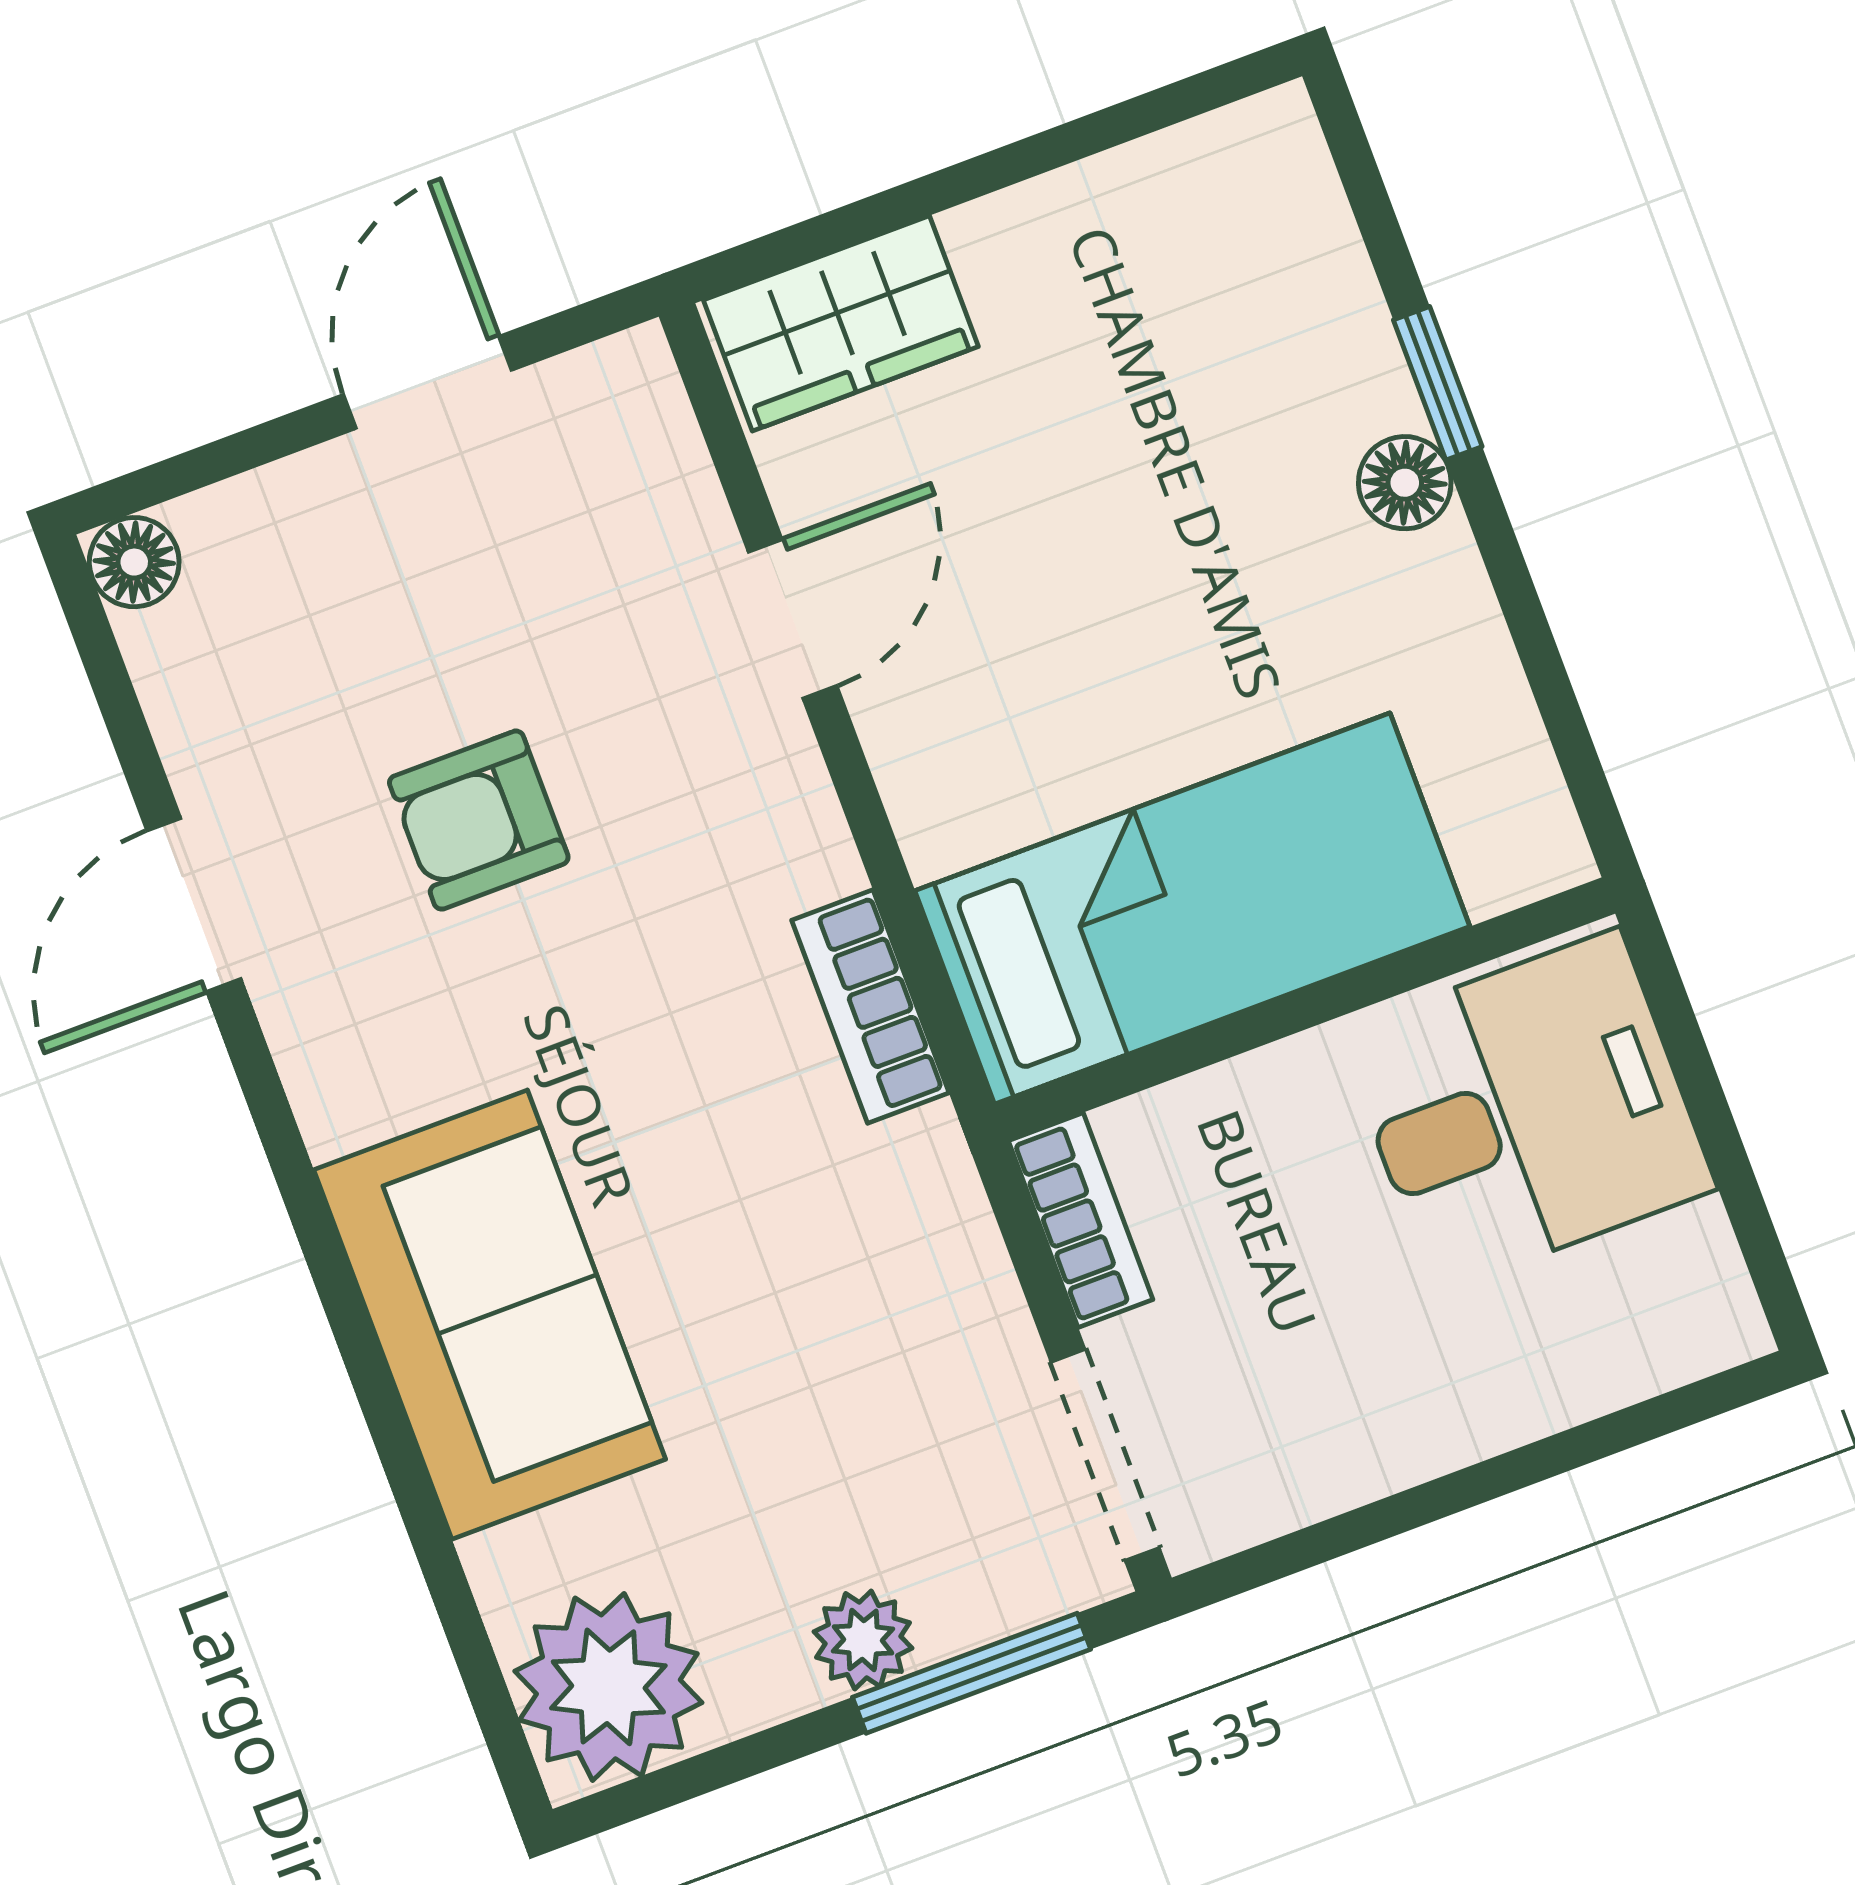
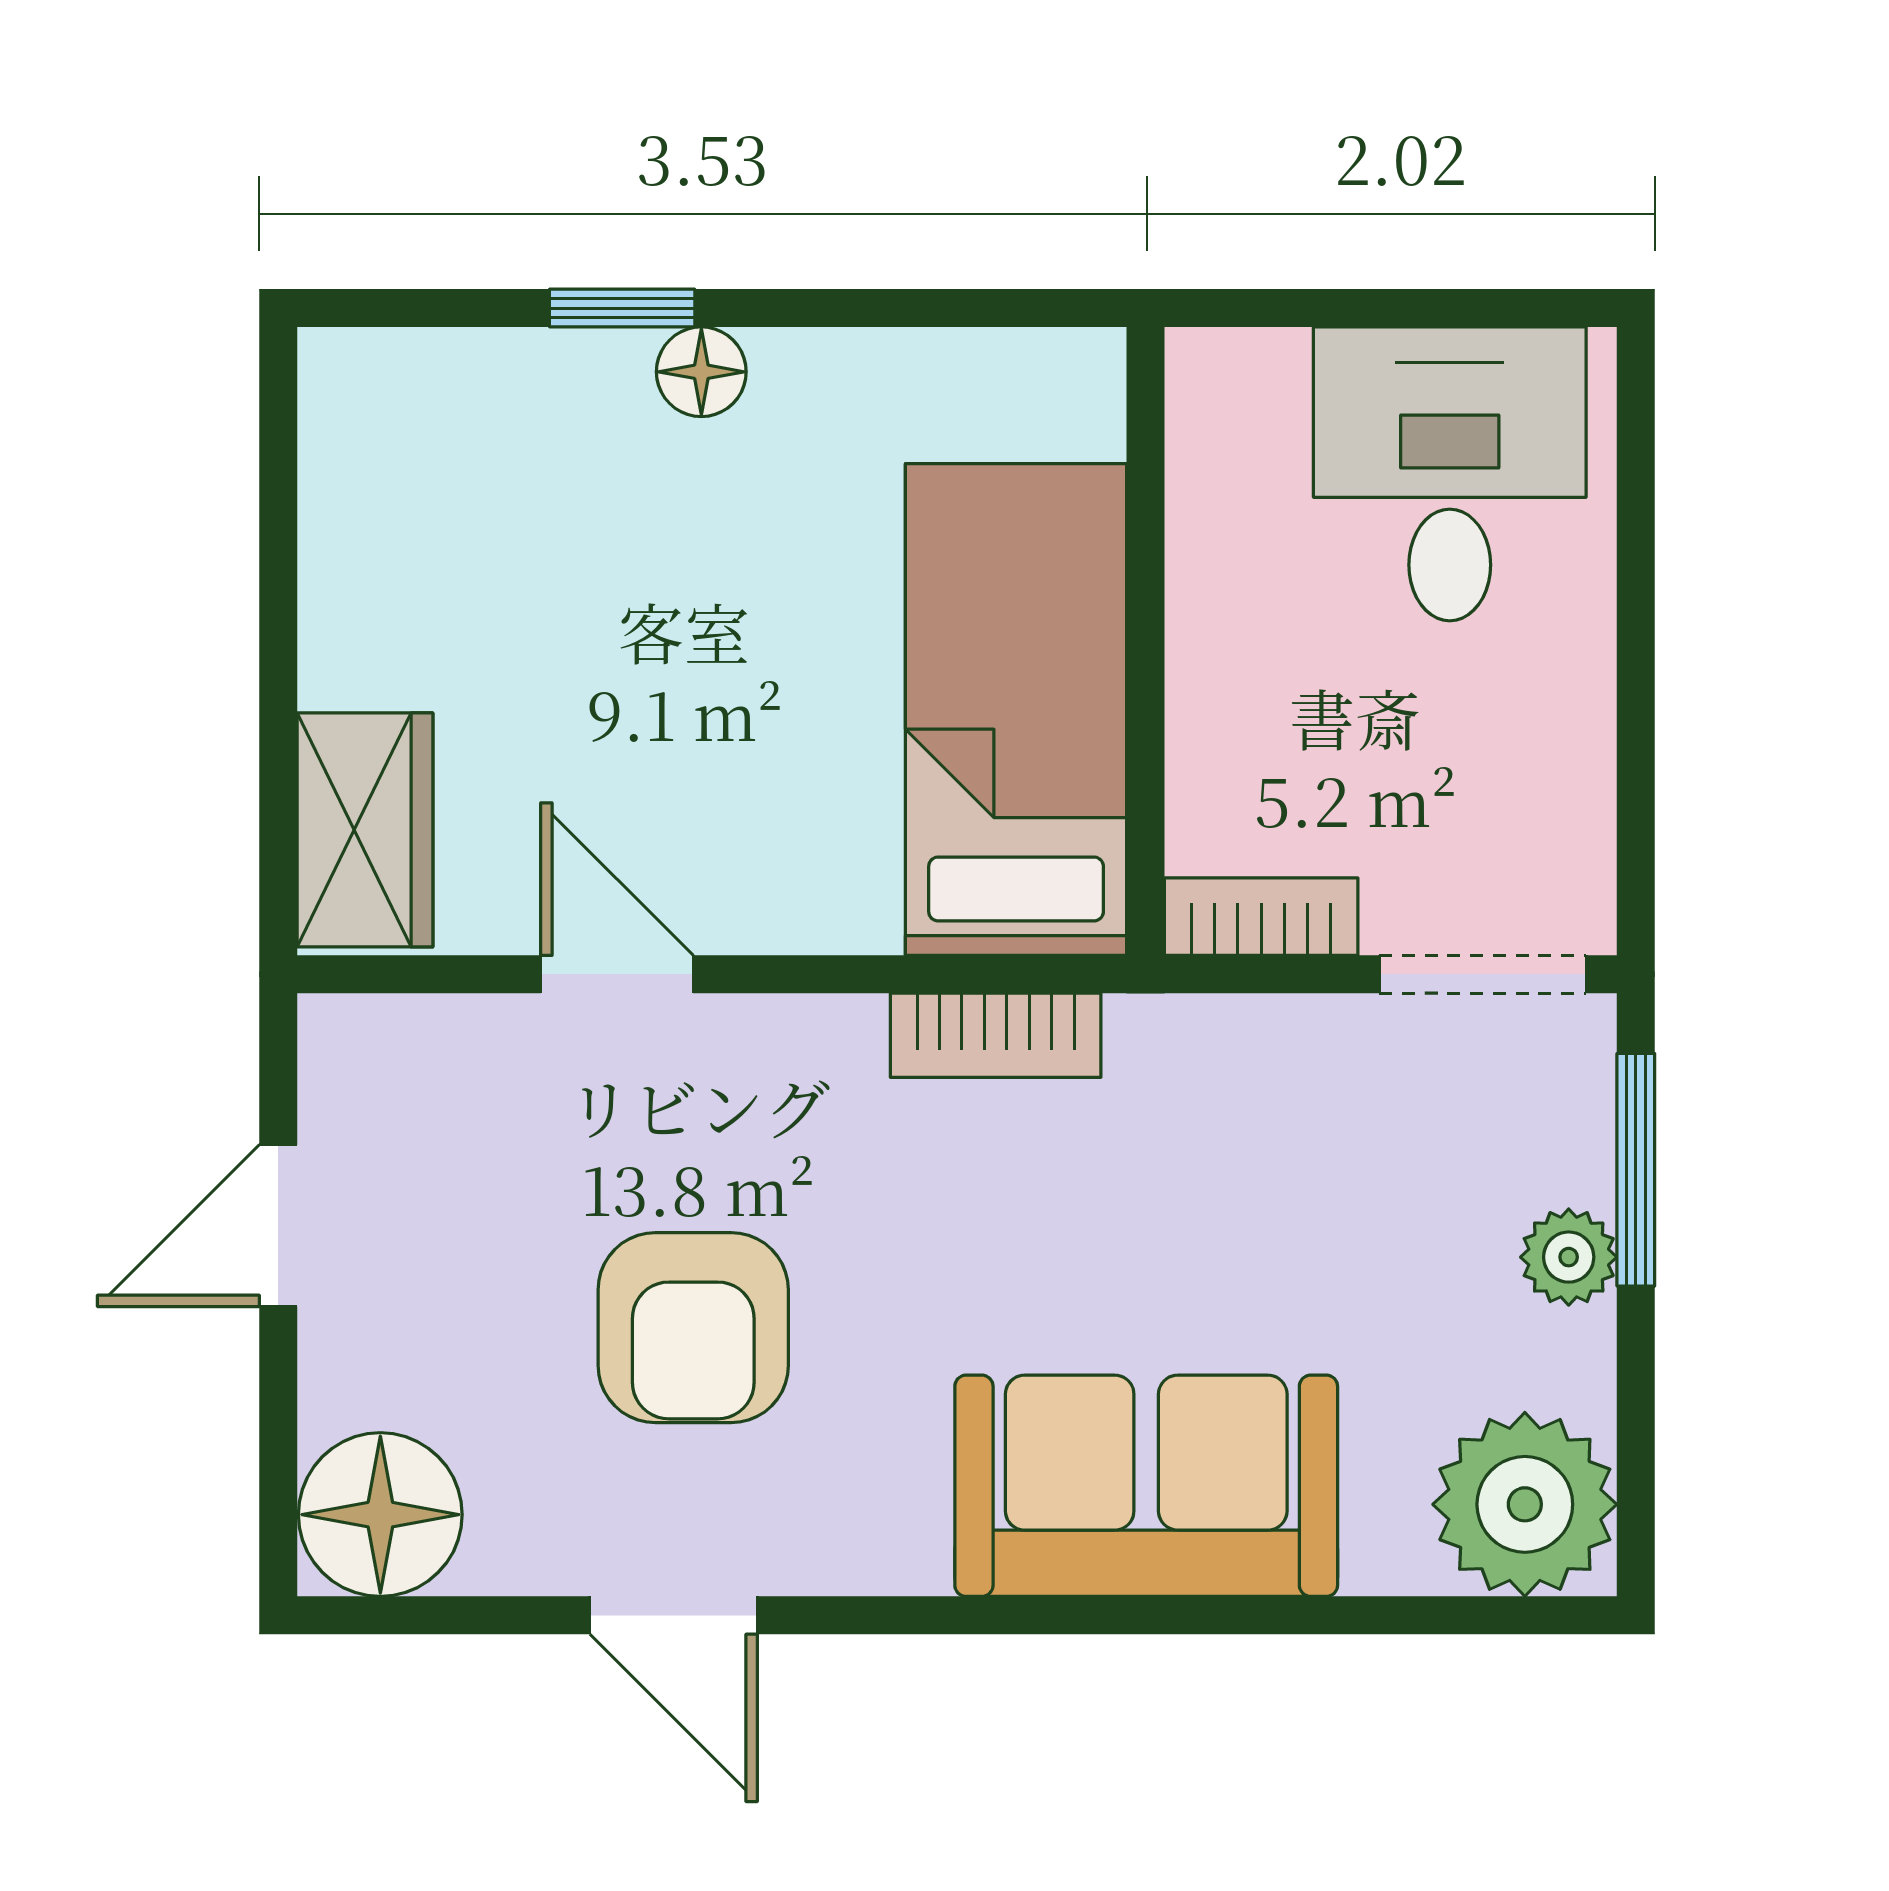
door: (428, 382) -> (278, 1226), hinge flipped
floor lamp: (134, 562) -> (380, 1515), width x1.89, depth x1.89
armchair: (479, 820) -> (693, 1328), width x1.38, depth x1.38
desk: (1527, 1111) -> (1450, 474), moved

